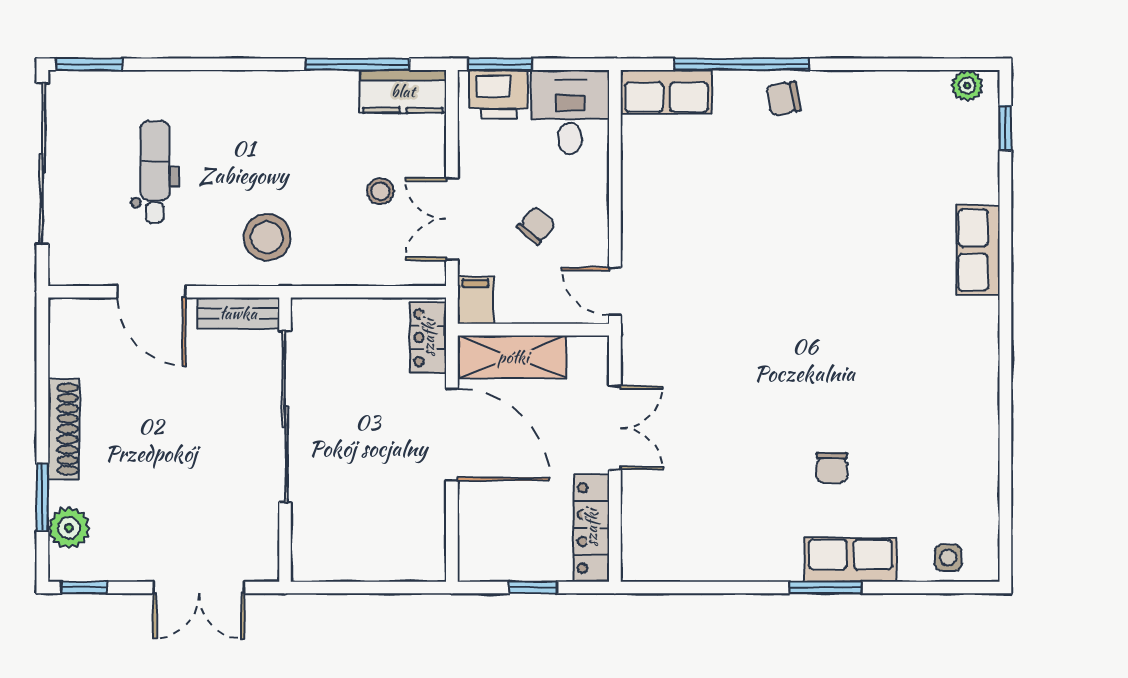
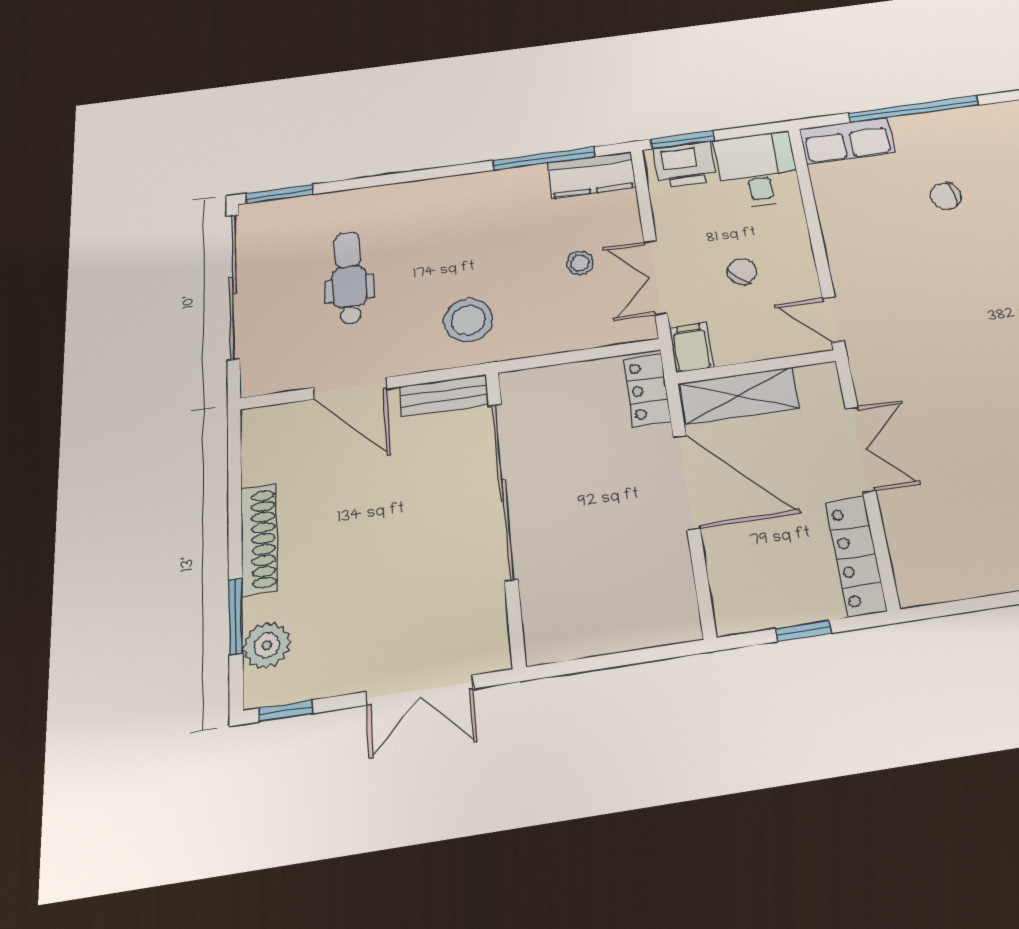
chair: (784, 98) -> (946, 196), moved

